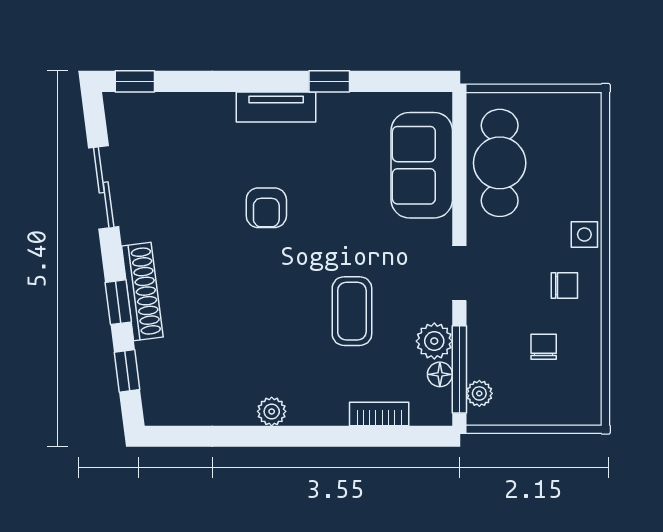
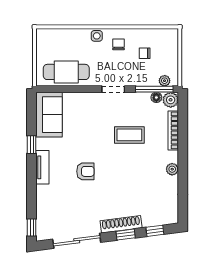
sofa: (422, 165) -> (49, 115), moved, turned -90
sliding door: (104, 187) -> (77, 241), width x1.37
plant: (434, 341) -> (171, 100), moved
bookcase: (379, 414) -> (173, 130), width x1.56

